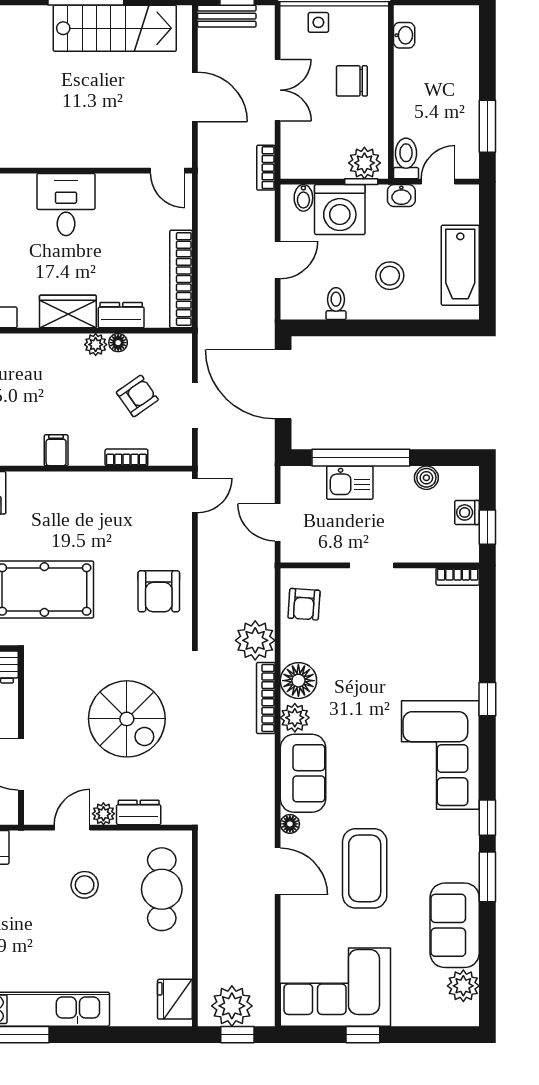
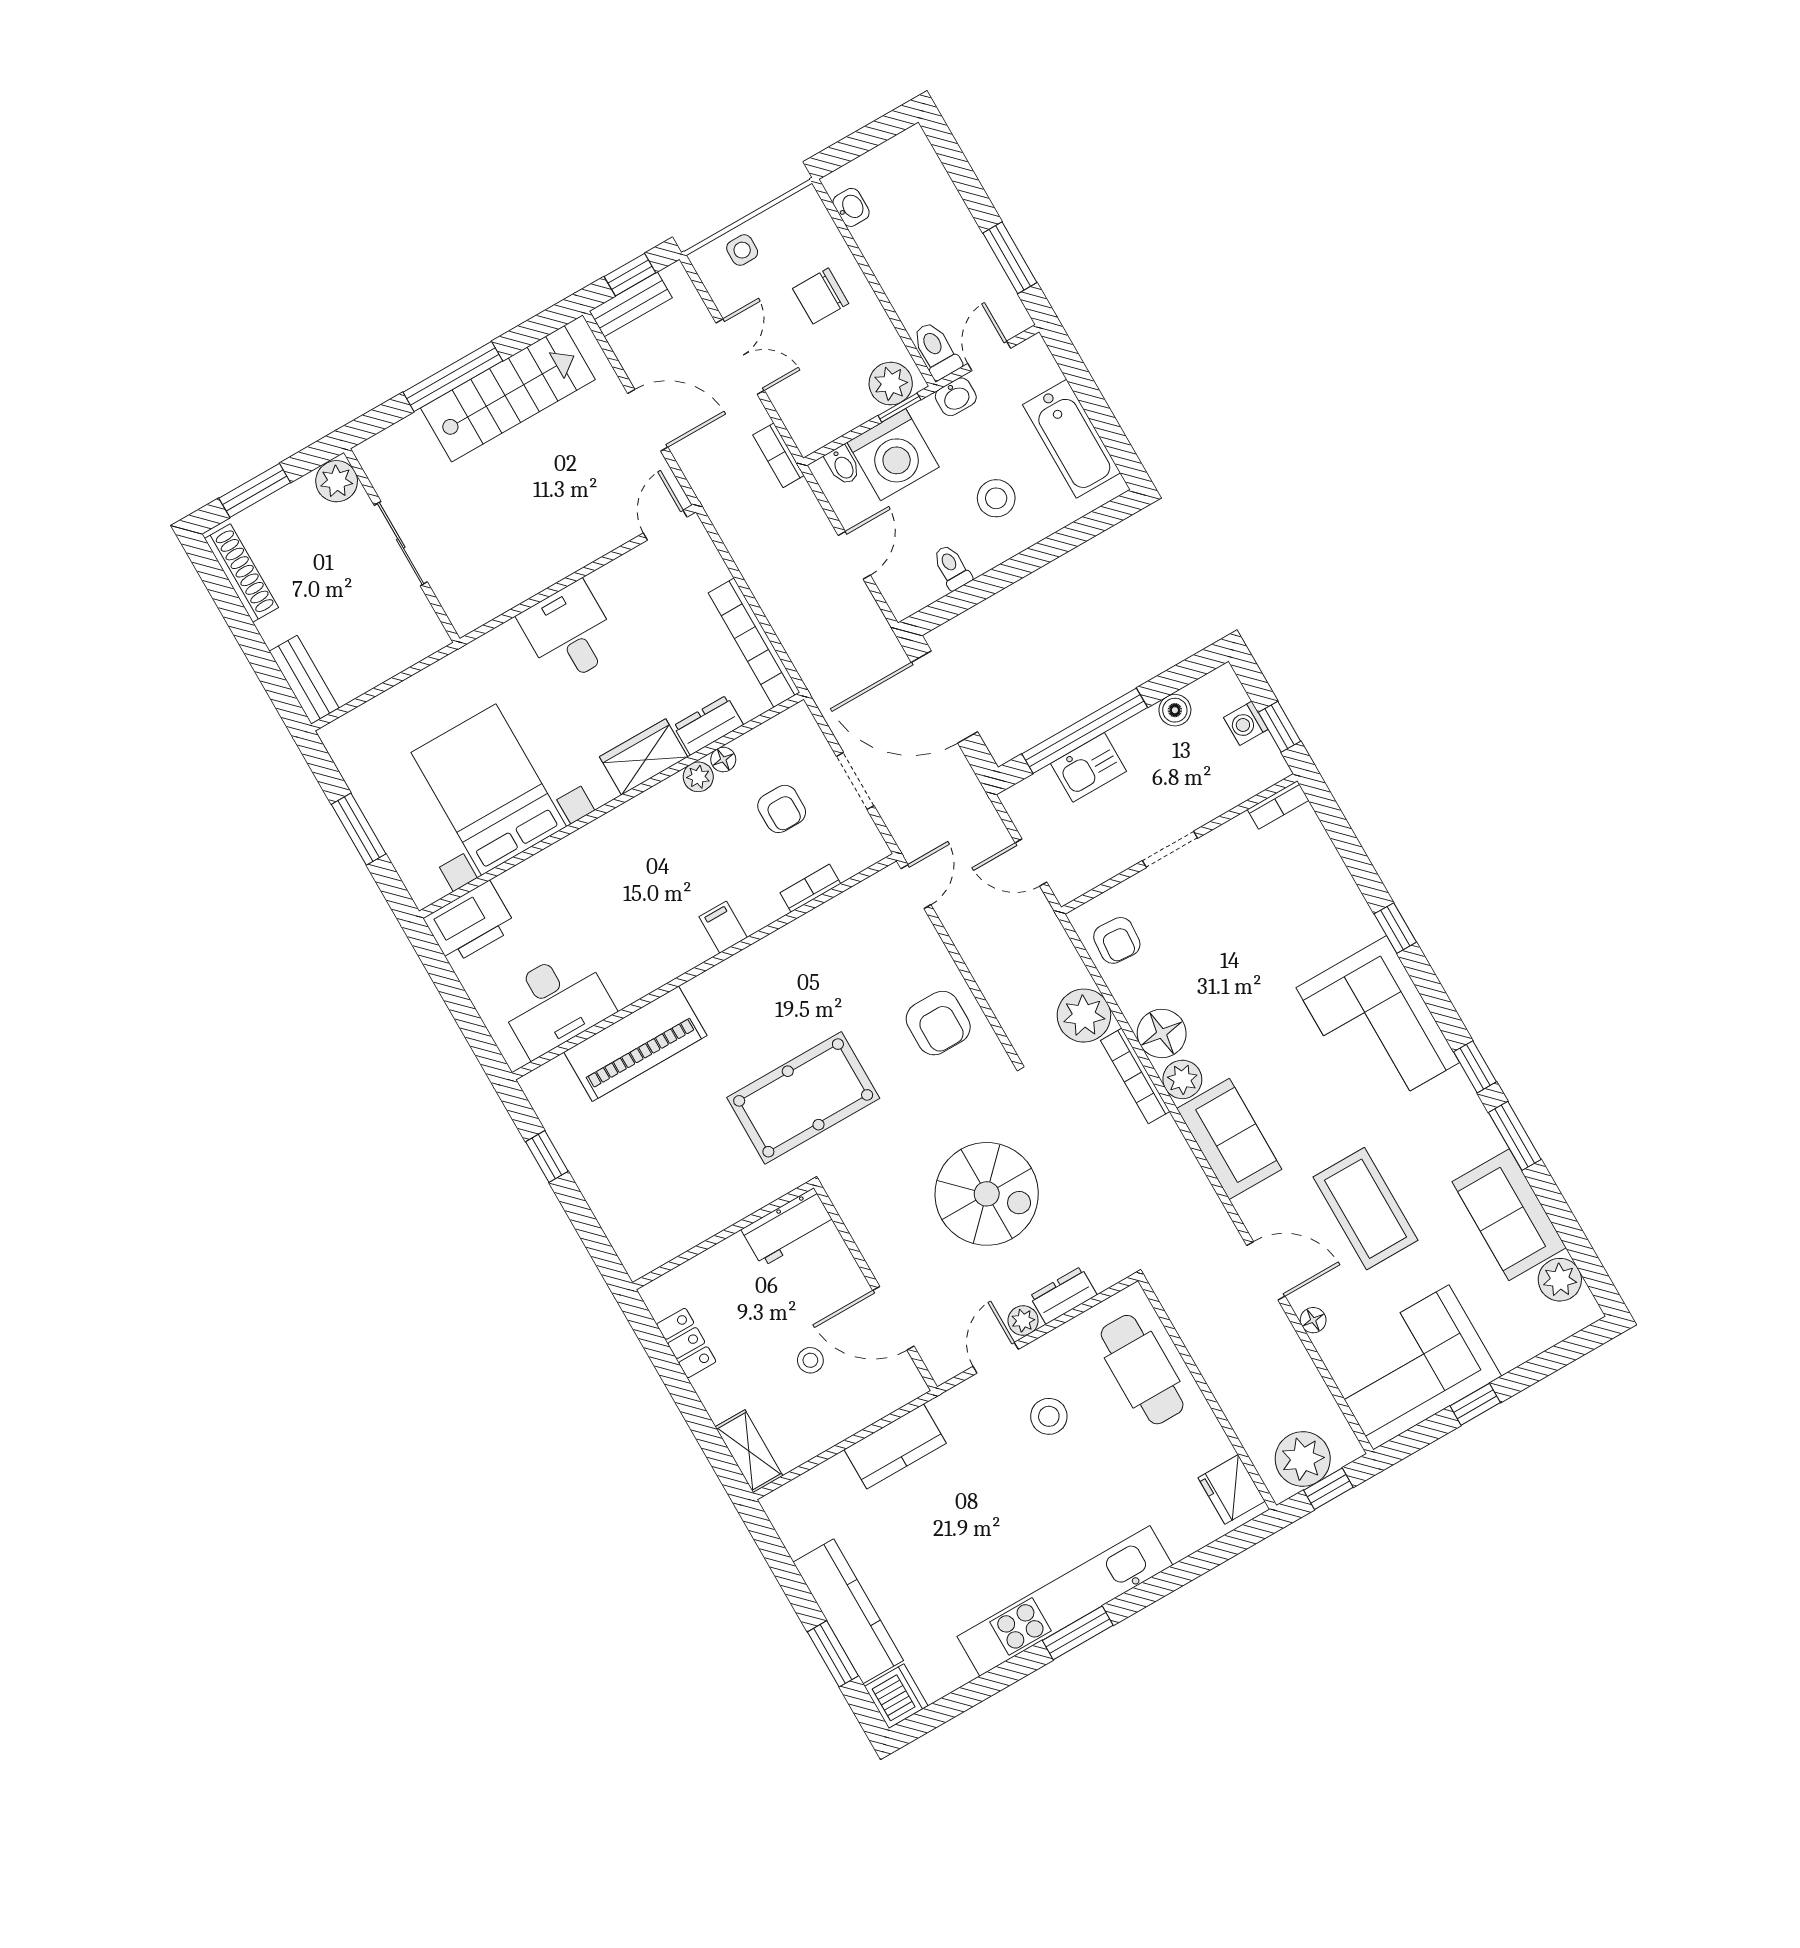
door: (167, 171) -> (665, 525), swing flipped
armchair: (137, 396) -> (782, 809), turned 125
floor lamp: (290, 824) -> (1313, 1320), moved

